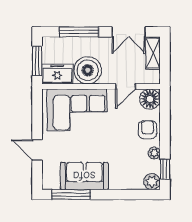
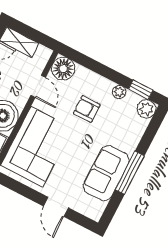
armchair: (147, 130) -> (87, 109), moved
door: (37, 150) -> (56, 207), hinge flipped
window: (71, 195) -> (130, 173), moved

